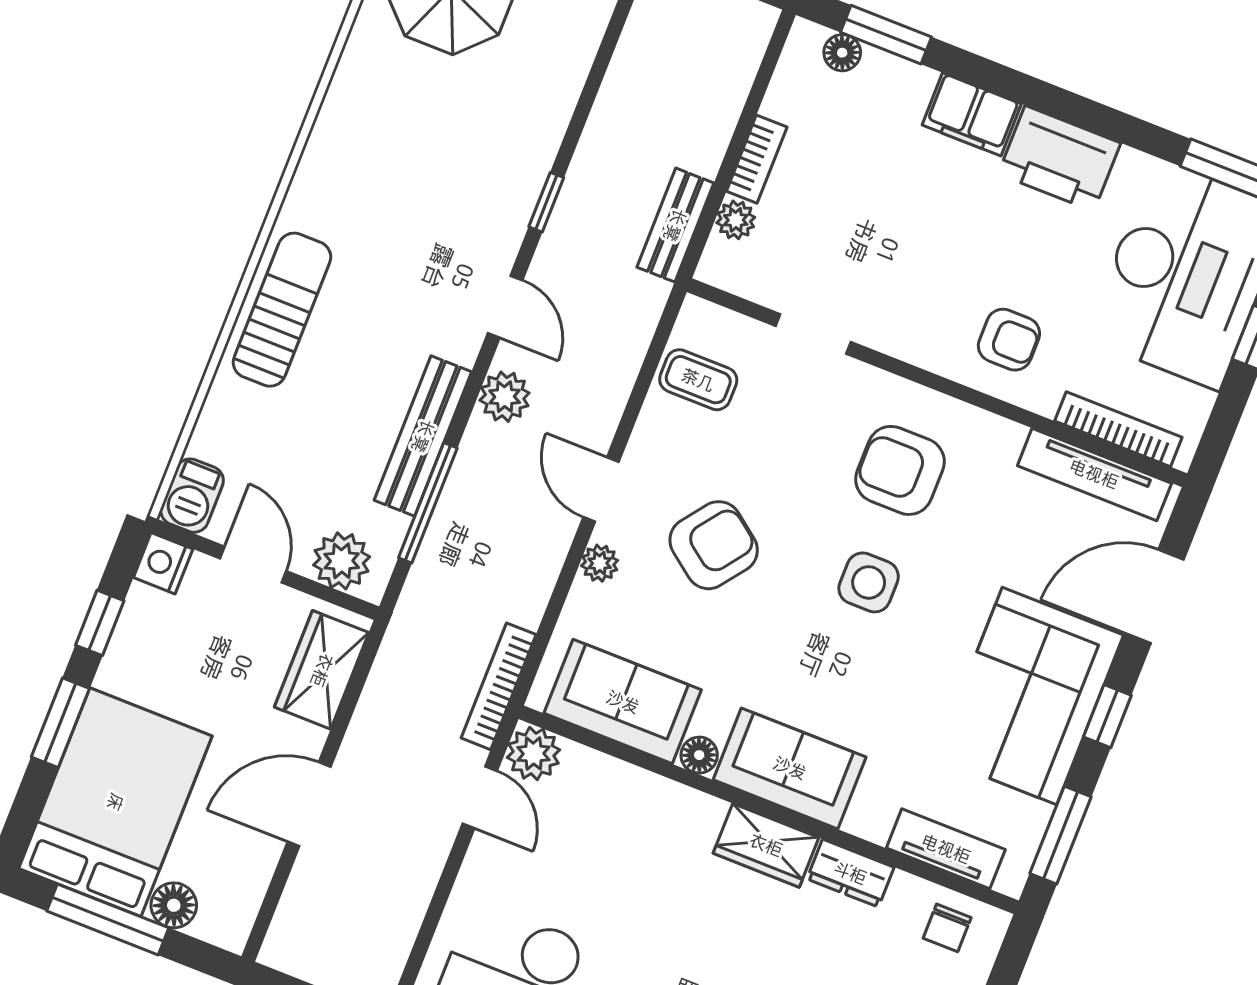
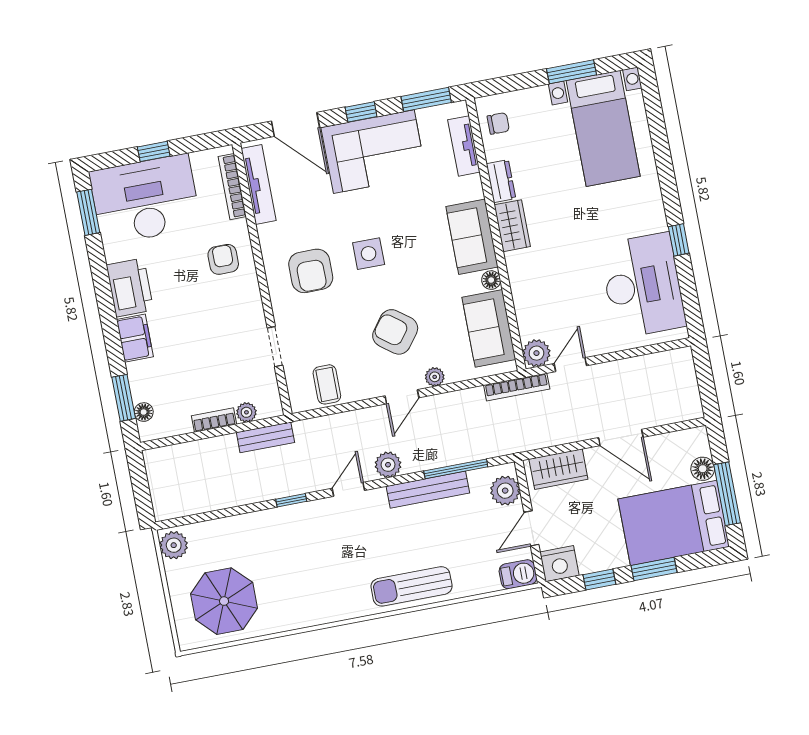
nightstand: (163, 563) -> (559, 564), width x1.36, depth x1.33

